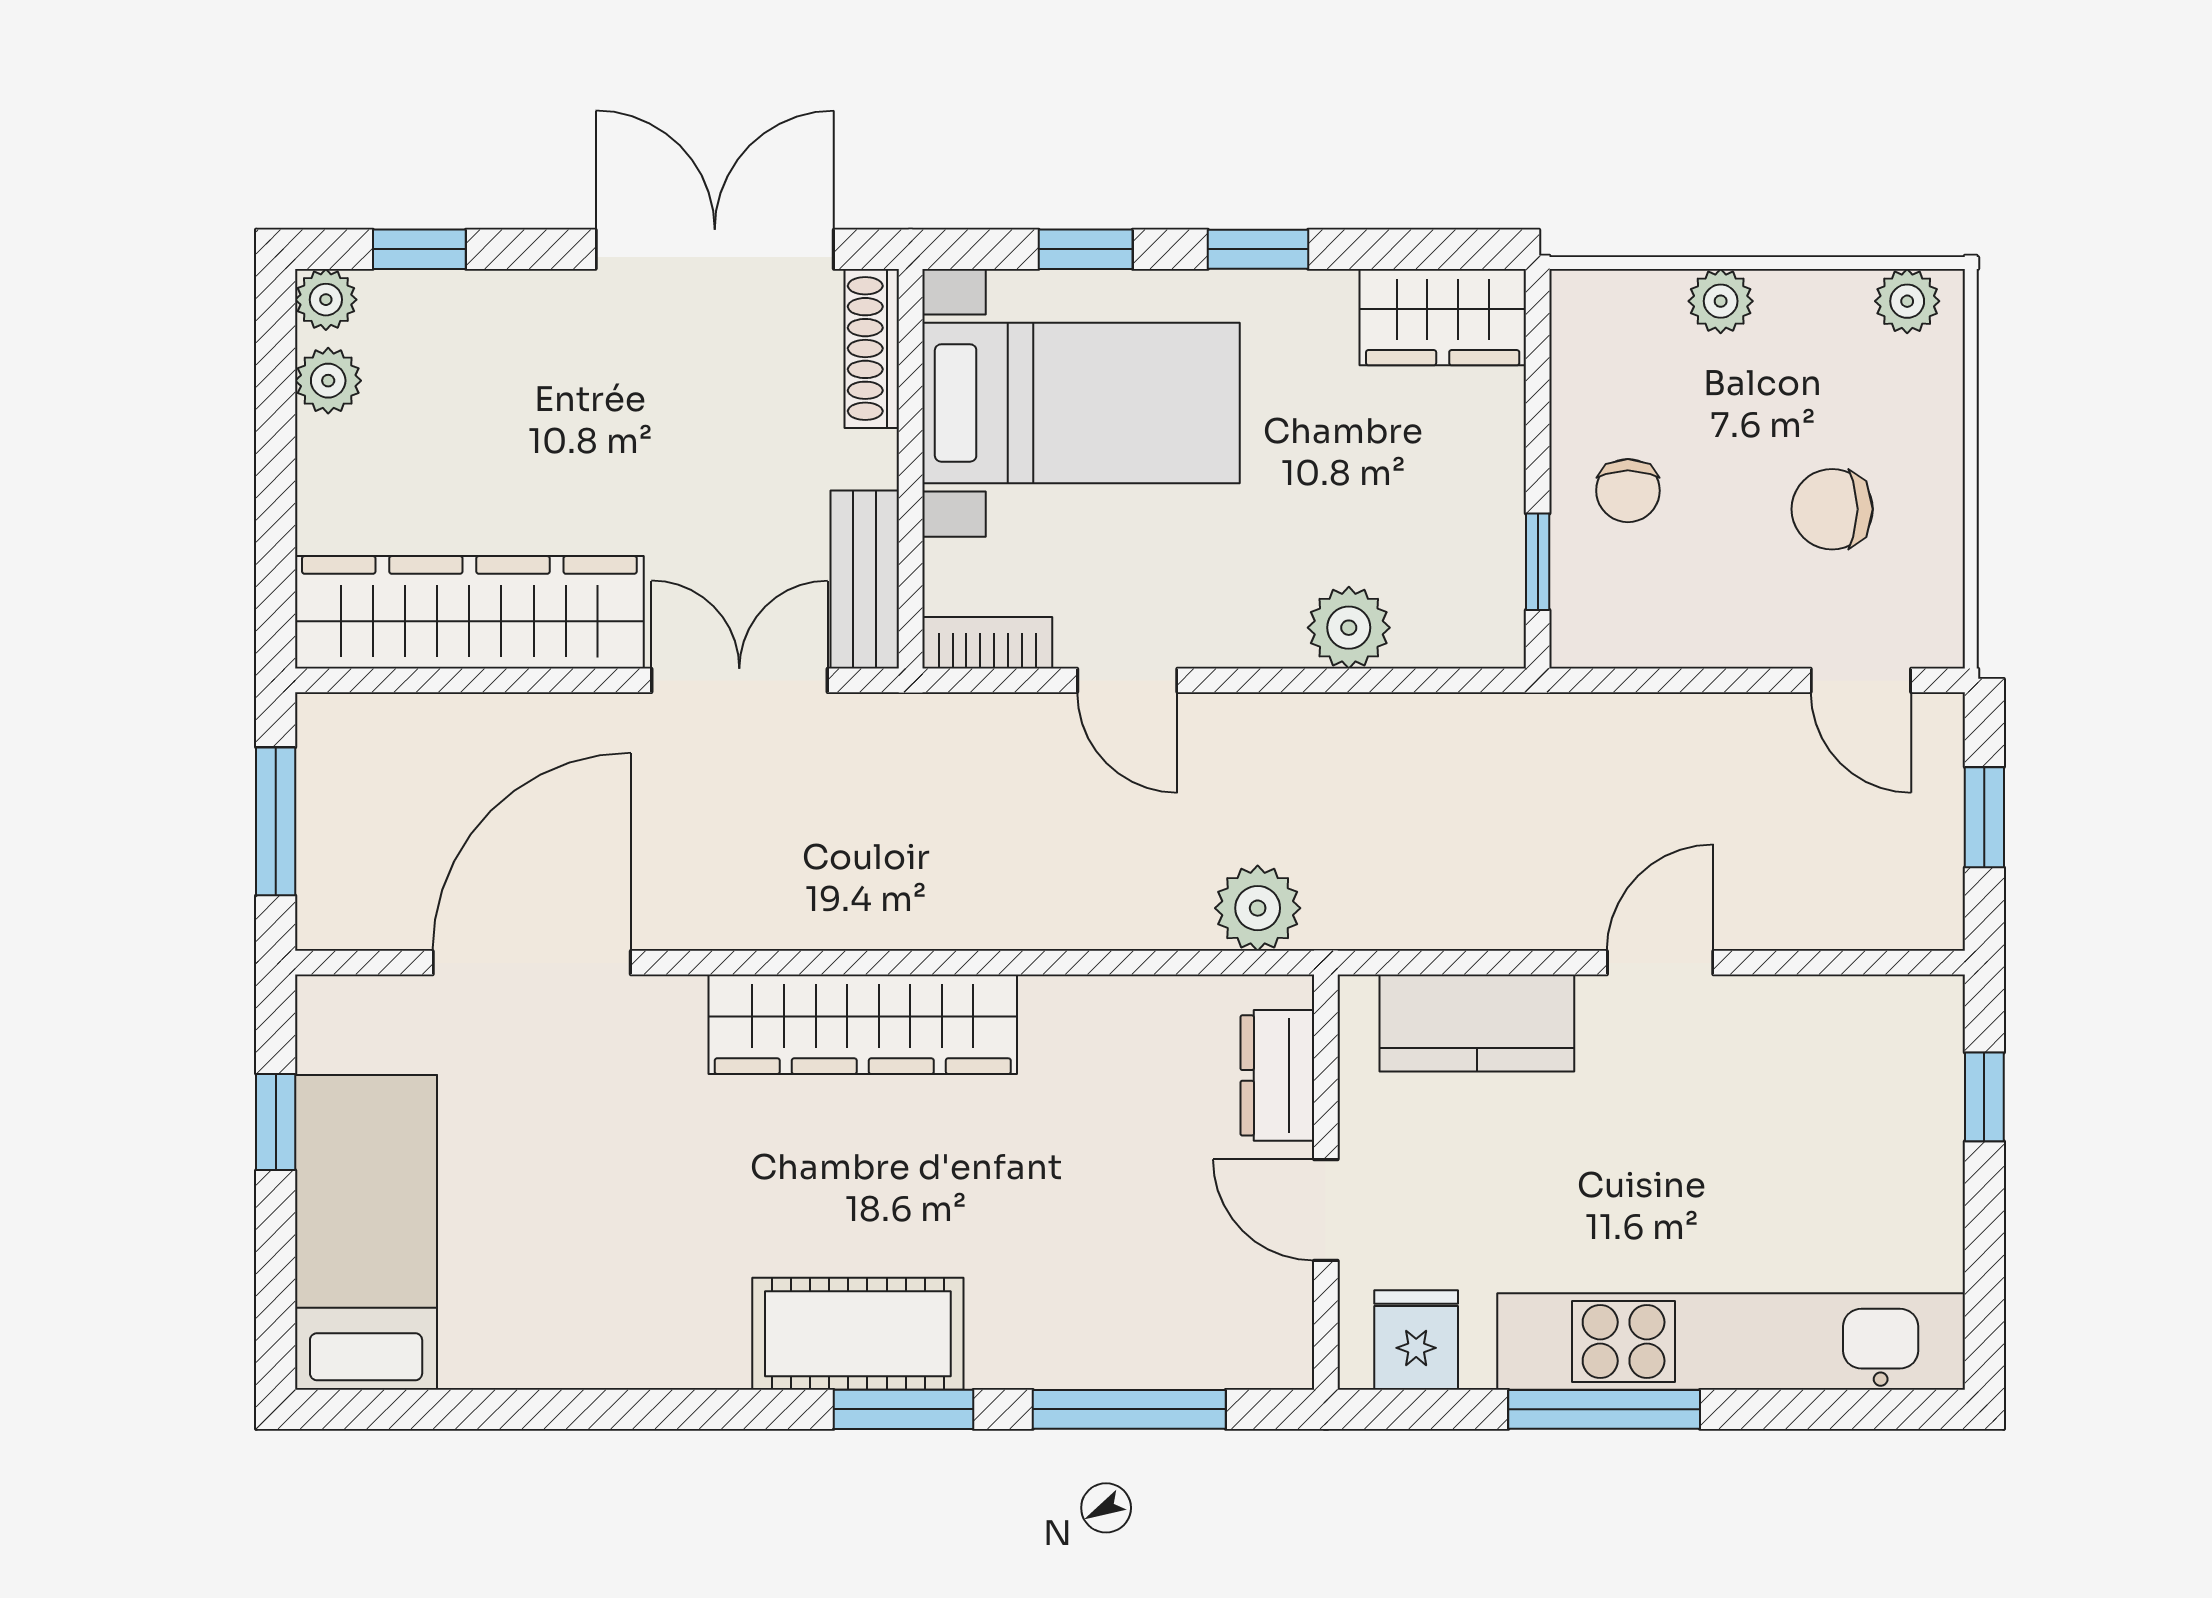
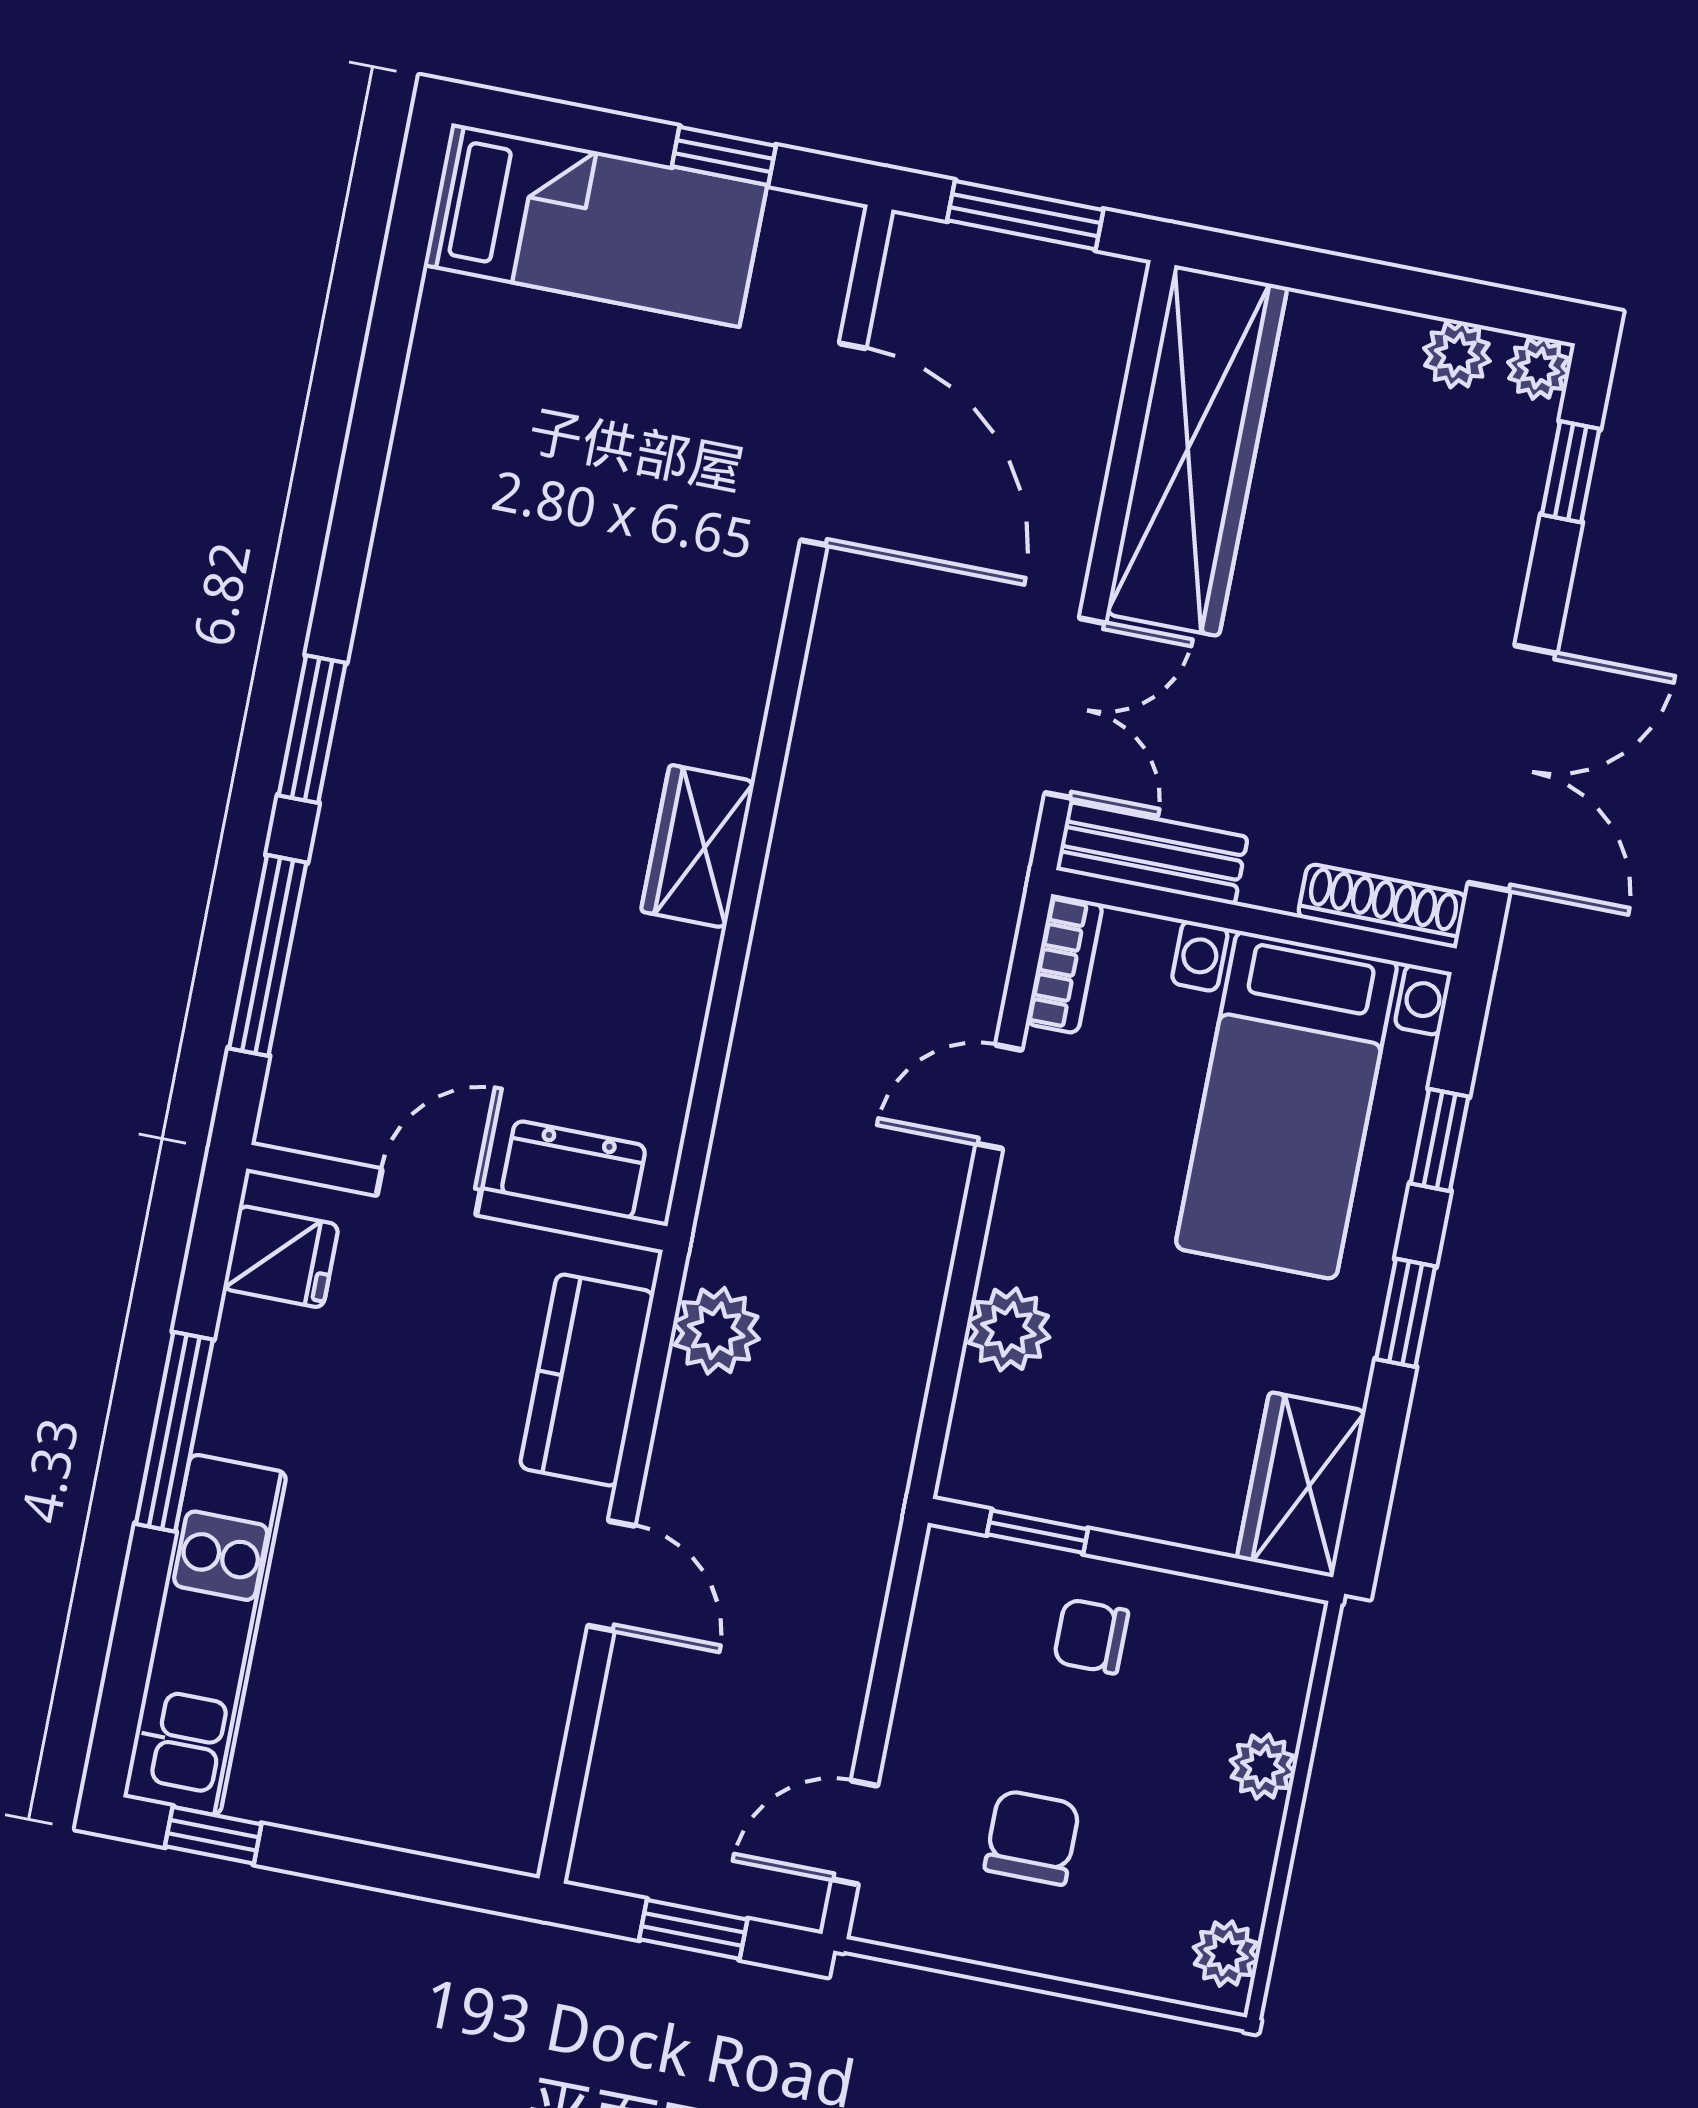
plant: (1258, 908) -> (716, 1331), moved
wardrobe: (863, 1024) -> (698, 846), width x0.48, depth x0.85
window: (1984, 1097) -> (213, 1835), moved
cot: (858, 1334) -> (397, 698), removed
kitchen unit: (1731, 1342) -> (205, 1635), width x0.73

